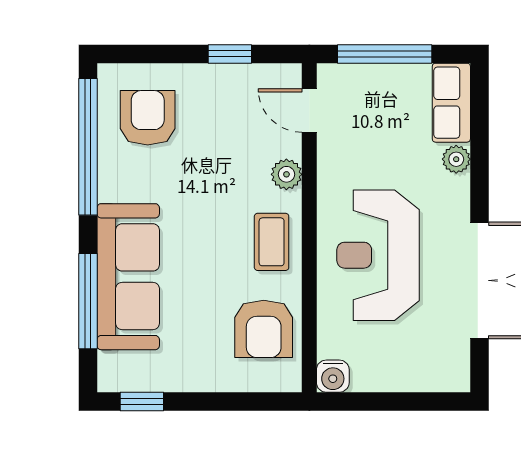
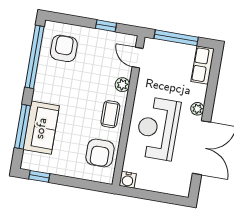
plant: (456, 159) -> (197, 109), moved
sofa: (128, 277) -> (41, 128), width x0.73

